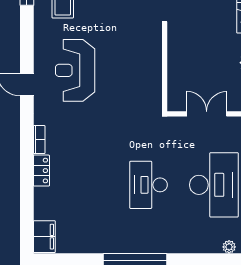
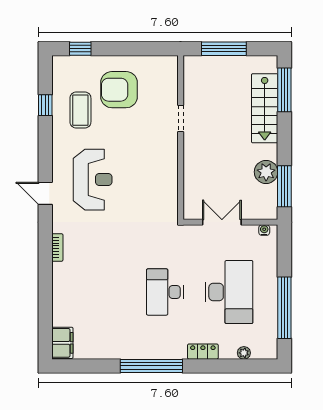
reception desk: (75, 70) -> (93, 180), turned 180
locker: (41, 171) -> (203, 352), moved, turned -90

